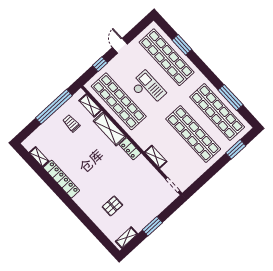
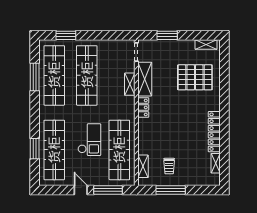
door: (120, 46) -> (81, 190), swing flipped
window: (100, 64) -> (108, 190), width x2.17
checkout: (148, 89) -> (89, 140), turned 180
window: (54, 107) -> (171, 190), width x0.68
shelving: (110, 129) -> (145, 79), moved
pallet: (112, 206) -> (195, 77), width x2.05, depth x2.00
window: (152, 226) -> (167, 35), moved

